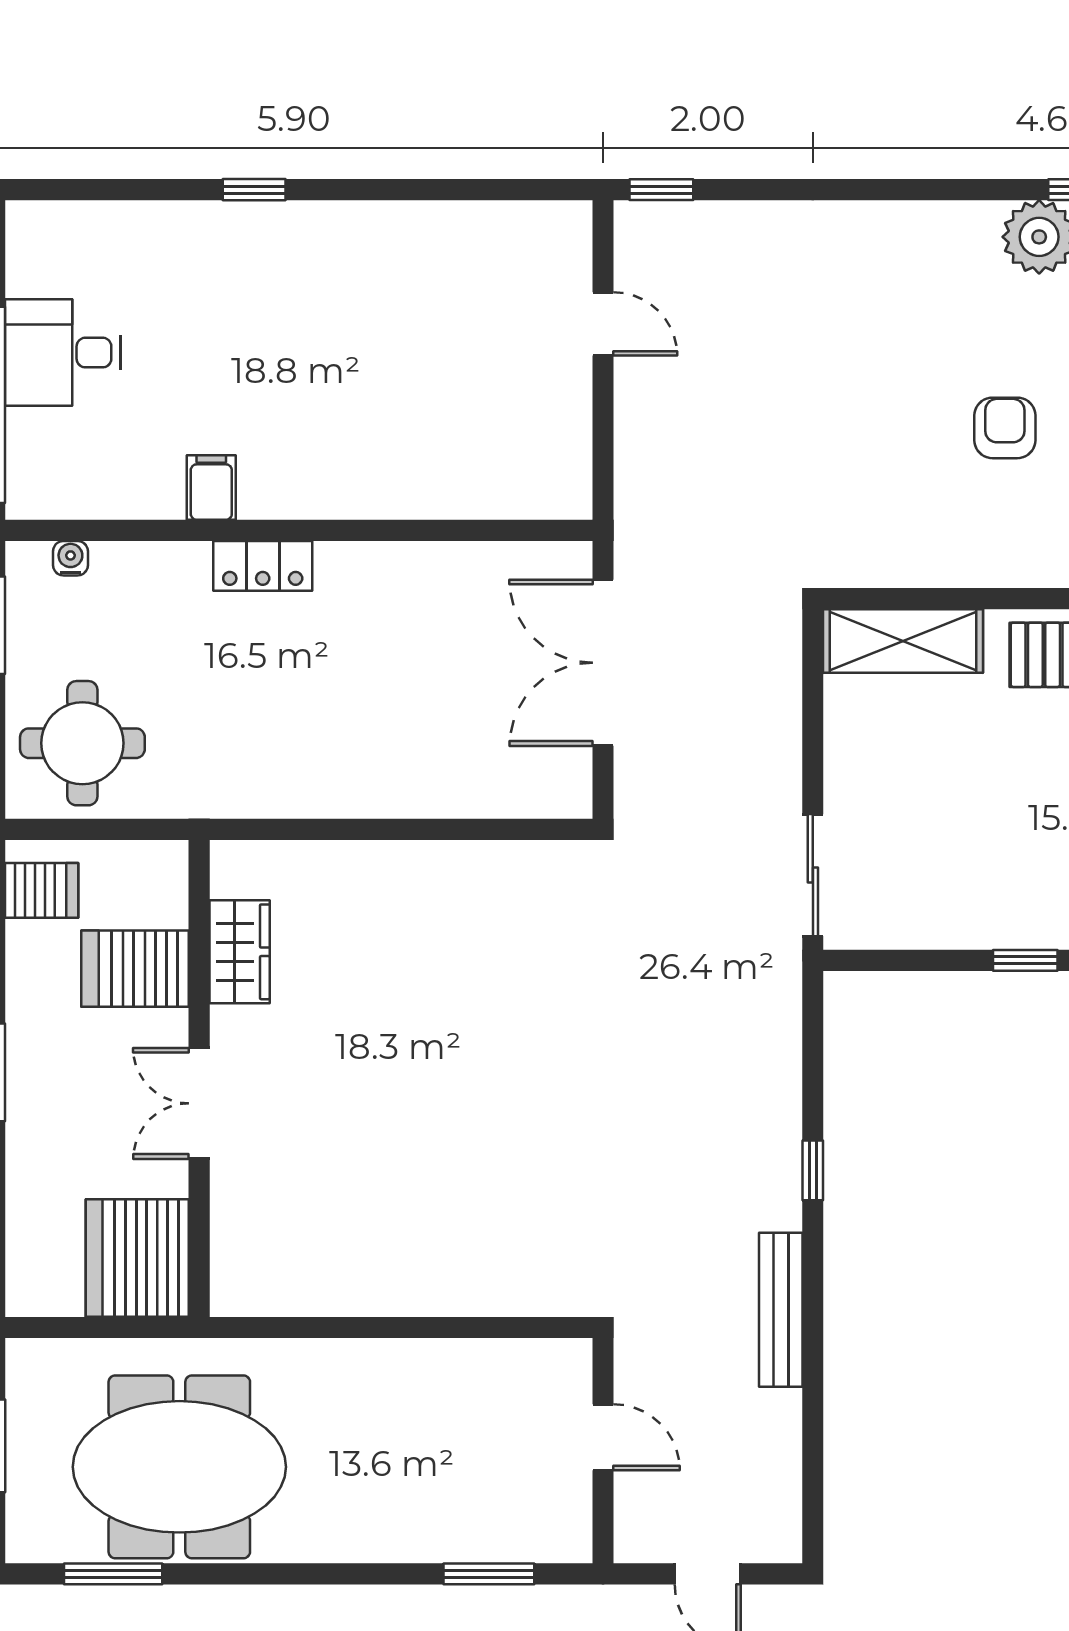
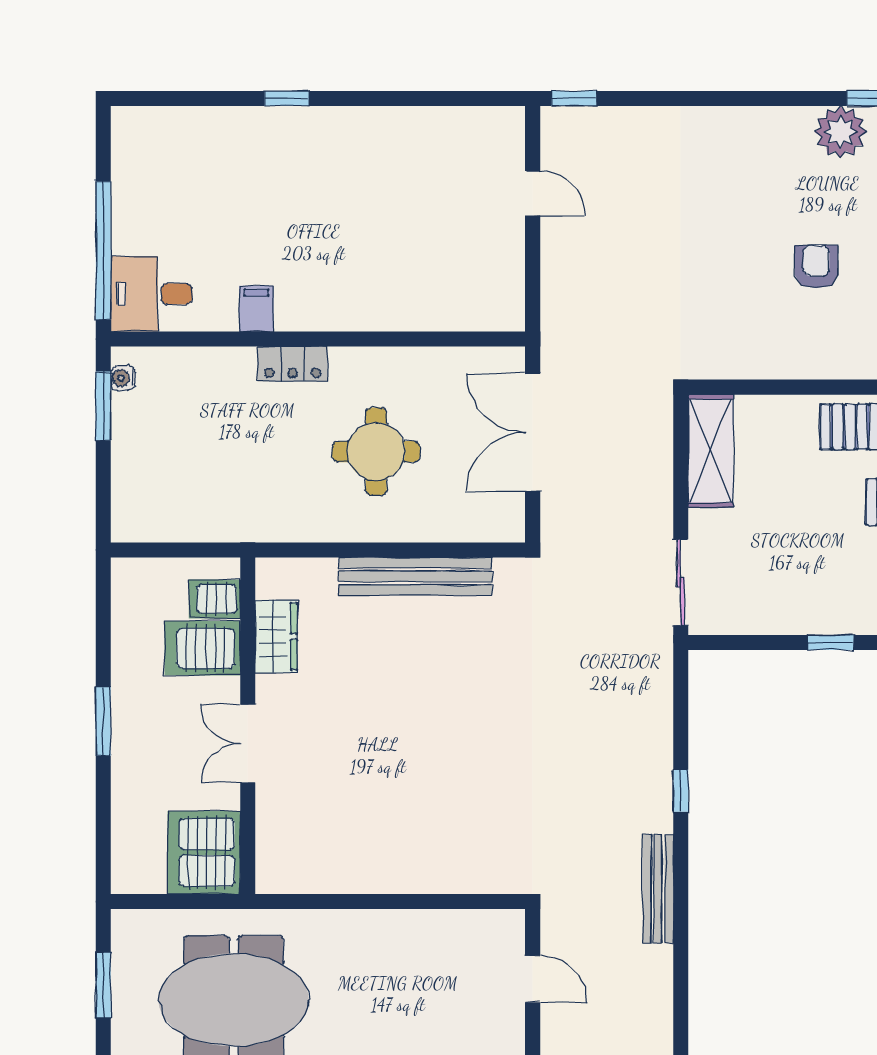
desk: (63, 353) -> (151, 294), moved
water cooler: (70, 558) -> (123, 378), moved, turned -90
shelving: (903, 641) -> (711, 451), moved, turned 90
round table: (82, 743) -> (376, 452), moved
bench: (437, 867) -> (415, 576), added
server rack: (42, 890) -> (215, 599), moved, turned 180

